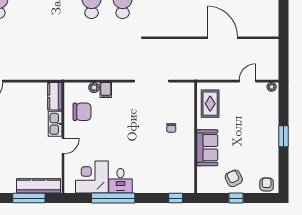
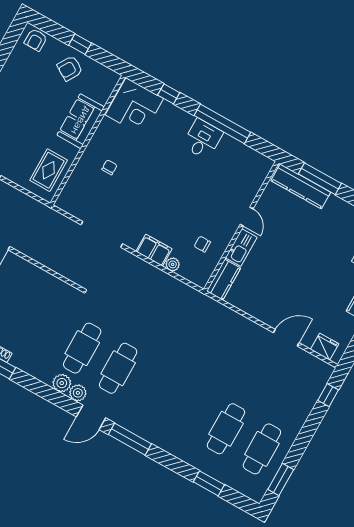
filing cabinet: (106, 90) -> (154, 250), width x2.00
chair: (82, 112) -> (202, 244), width x0.54, depth x0.54
door: (63, 146) -> (247, 217), swing flipped
corner desk: (92, 177) -> (134, 107), moved
armchair: (234, 178) -> (70, 68), turned 57
window: (176, 198) -> (169, 94), moved

